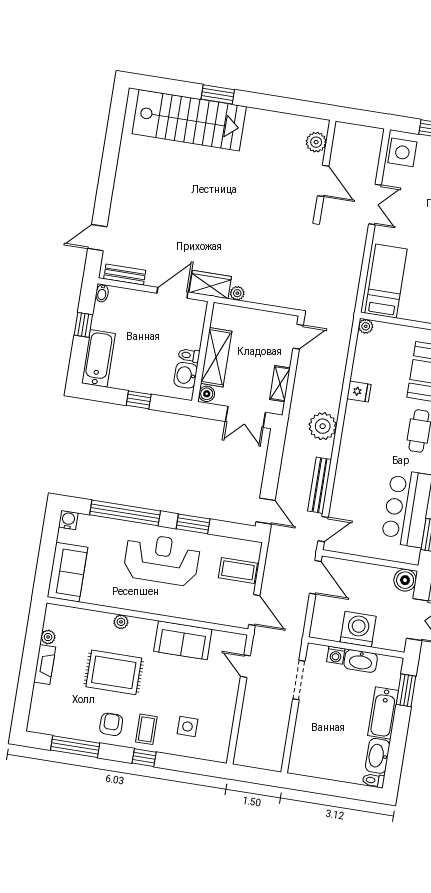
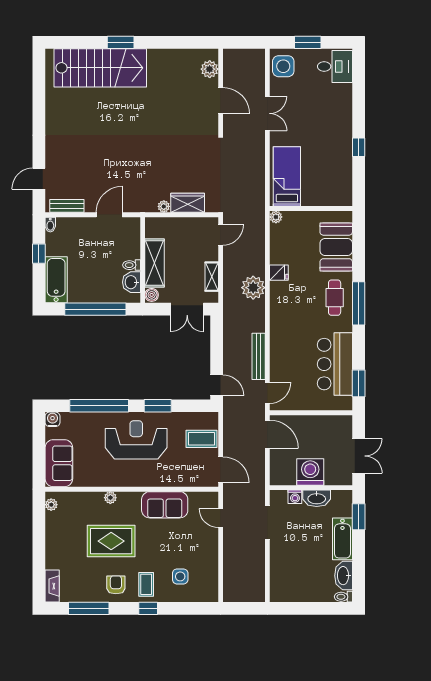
wardrobe: (210, 284) -> (188, 203), moved
window: (139, 400) -> (95, 309), width x3.17
plant: (323, 426) -> (253, 288), moved
boiler: (405, 580) -> (343, 425), removed
plant: (48, 637) -> (51, 505), moved
fireplace: (45, 665) -> (52, 586), moved

